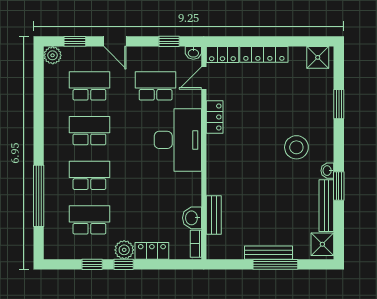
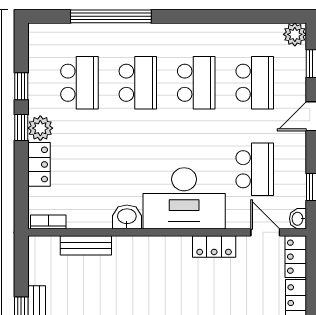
washbasin: (192, 218) -> (127, 217), moved

